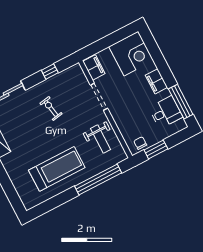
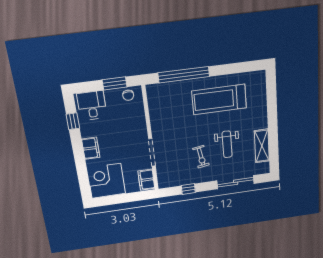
window: (181, 102) -> (73, 121), width x0.46
desk: (166, 112) -> (92, 106), moved, turned 90
weight bench: (100, 139) -> (227, 144), moved, turned 180

